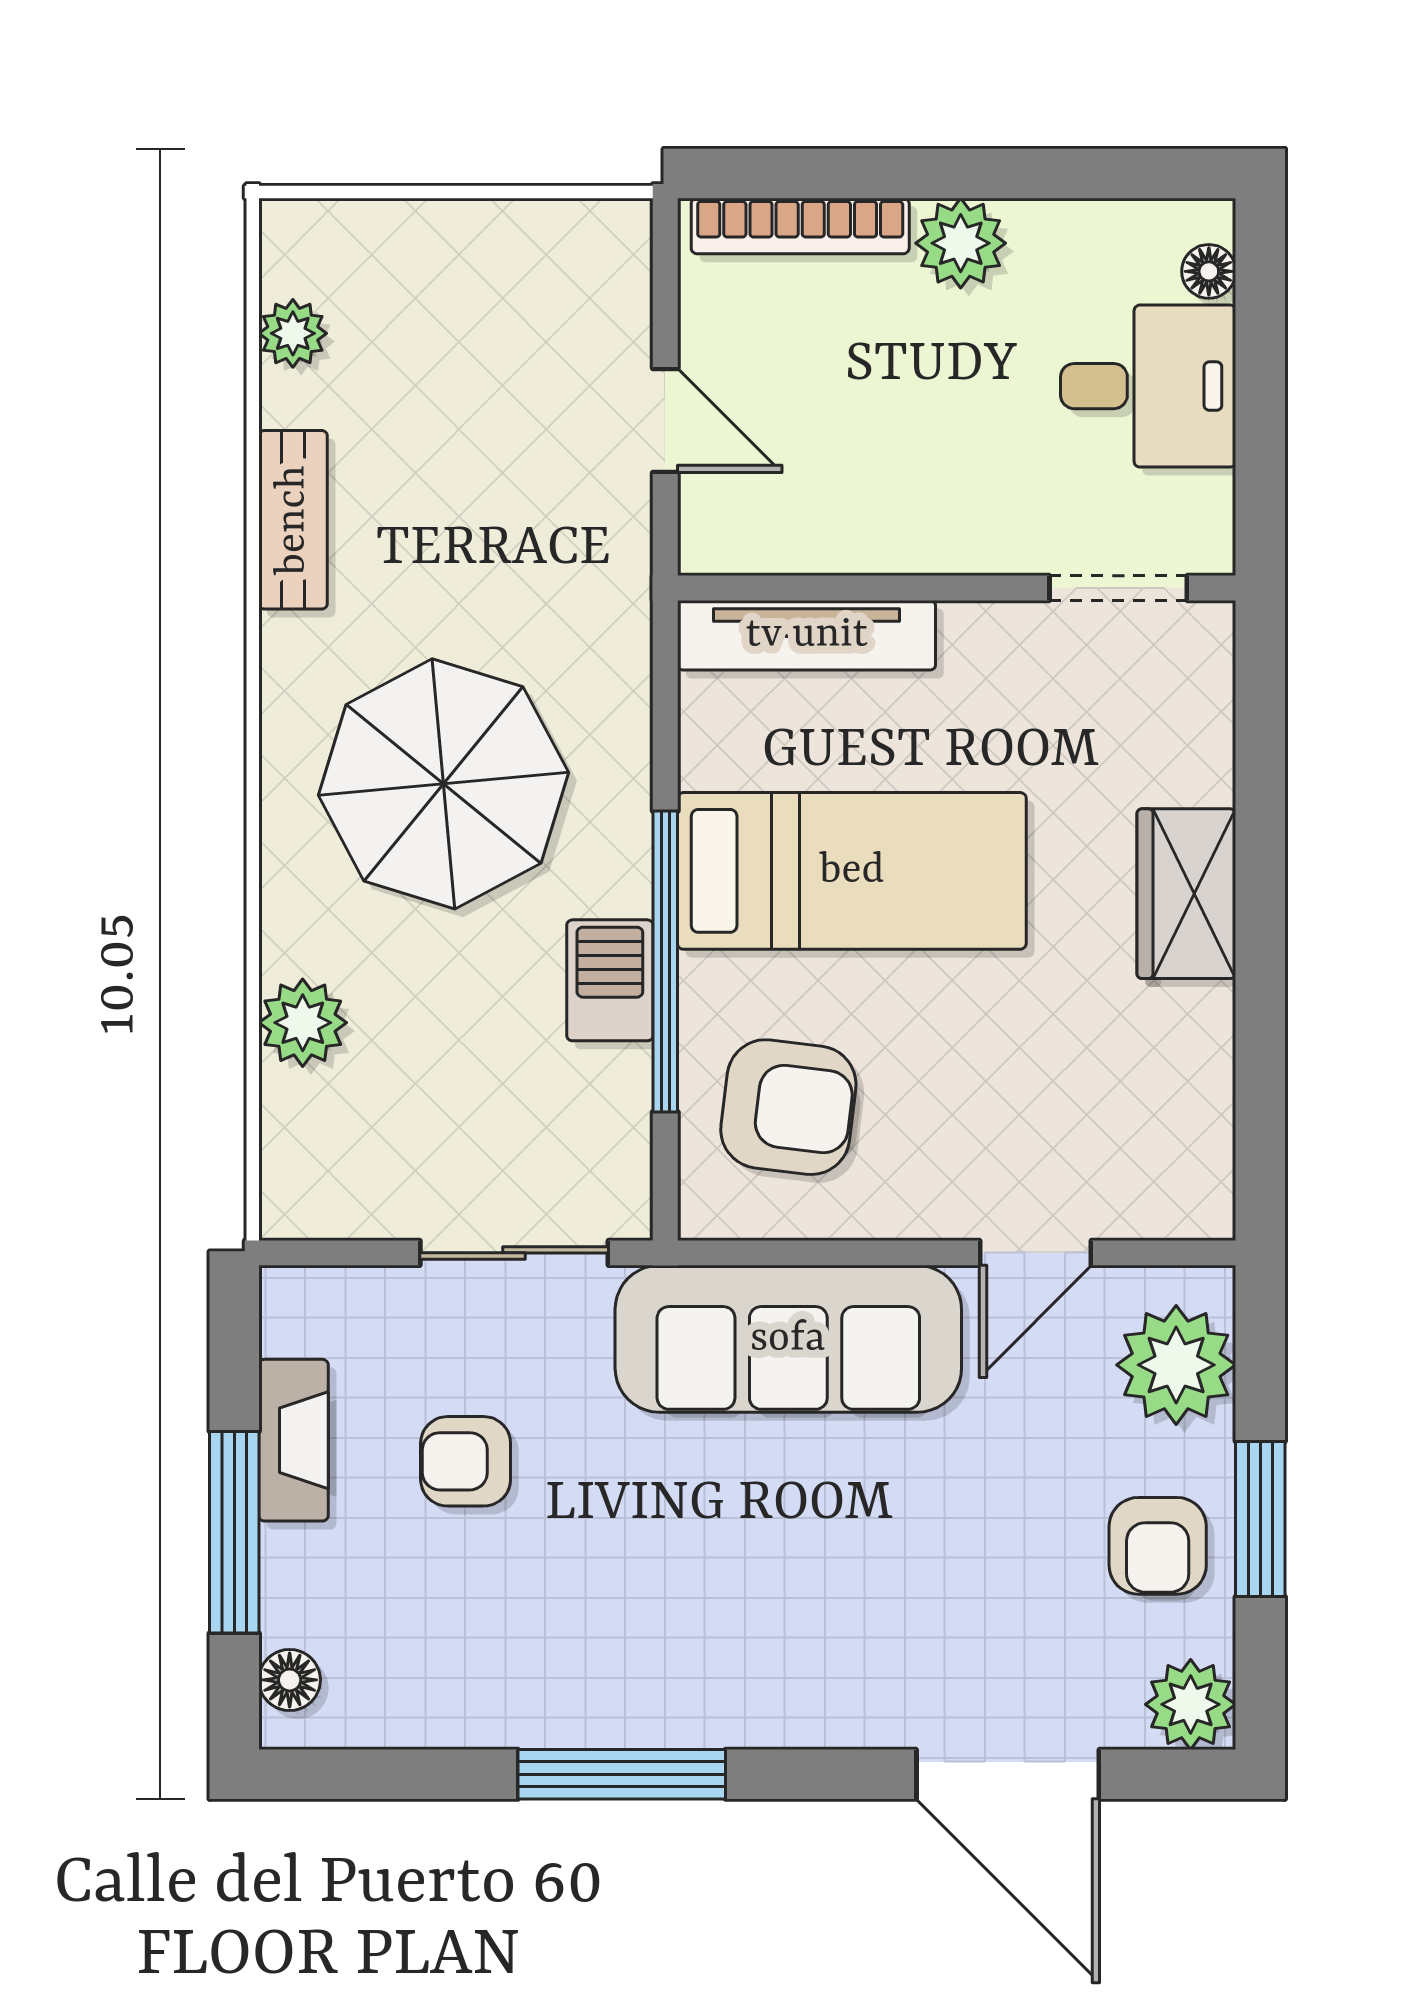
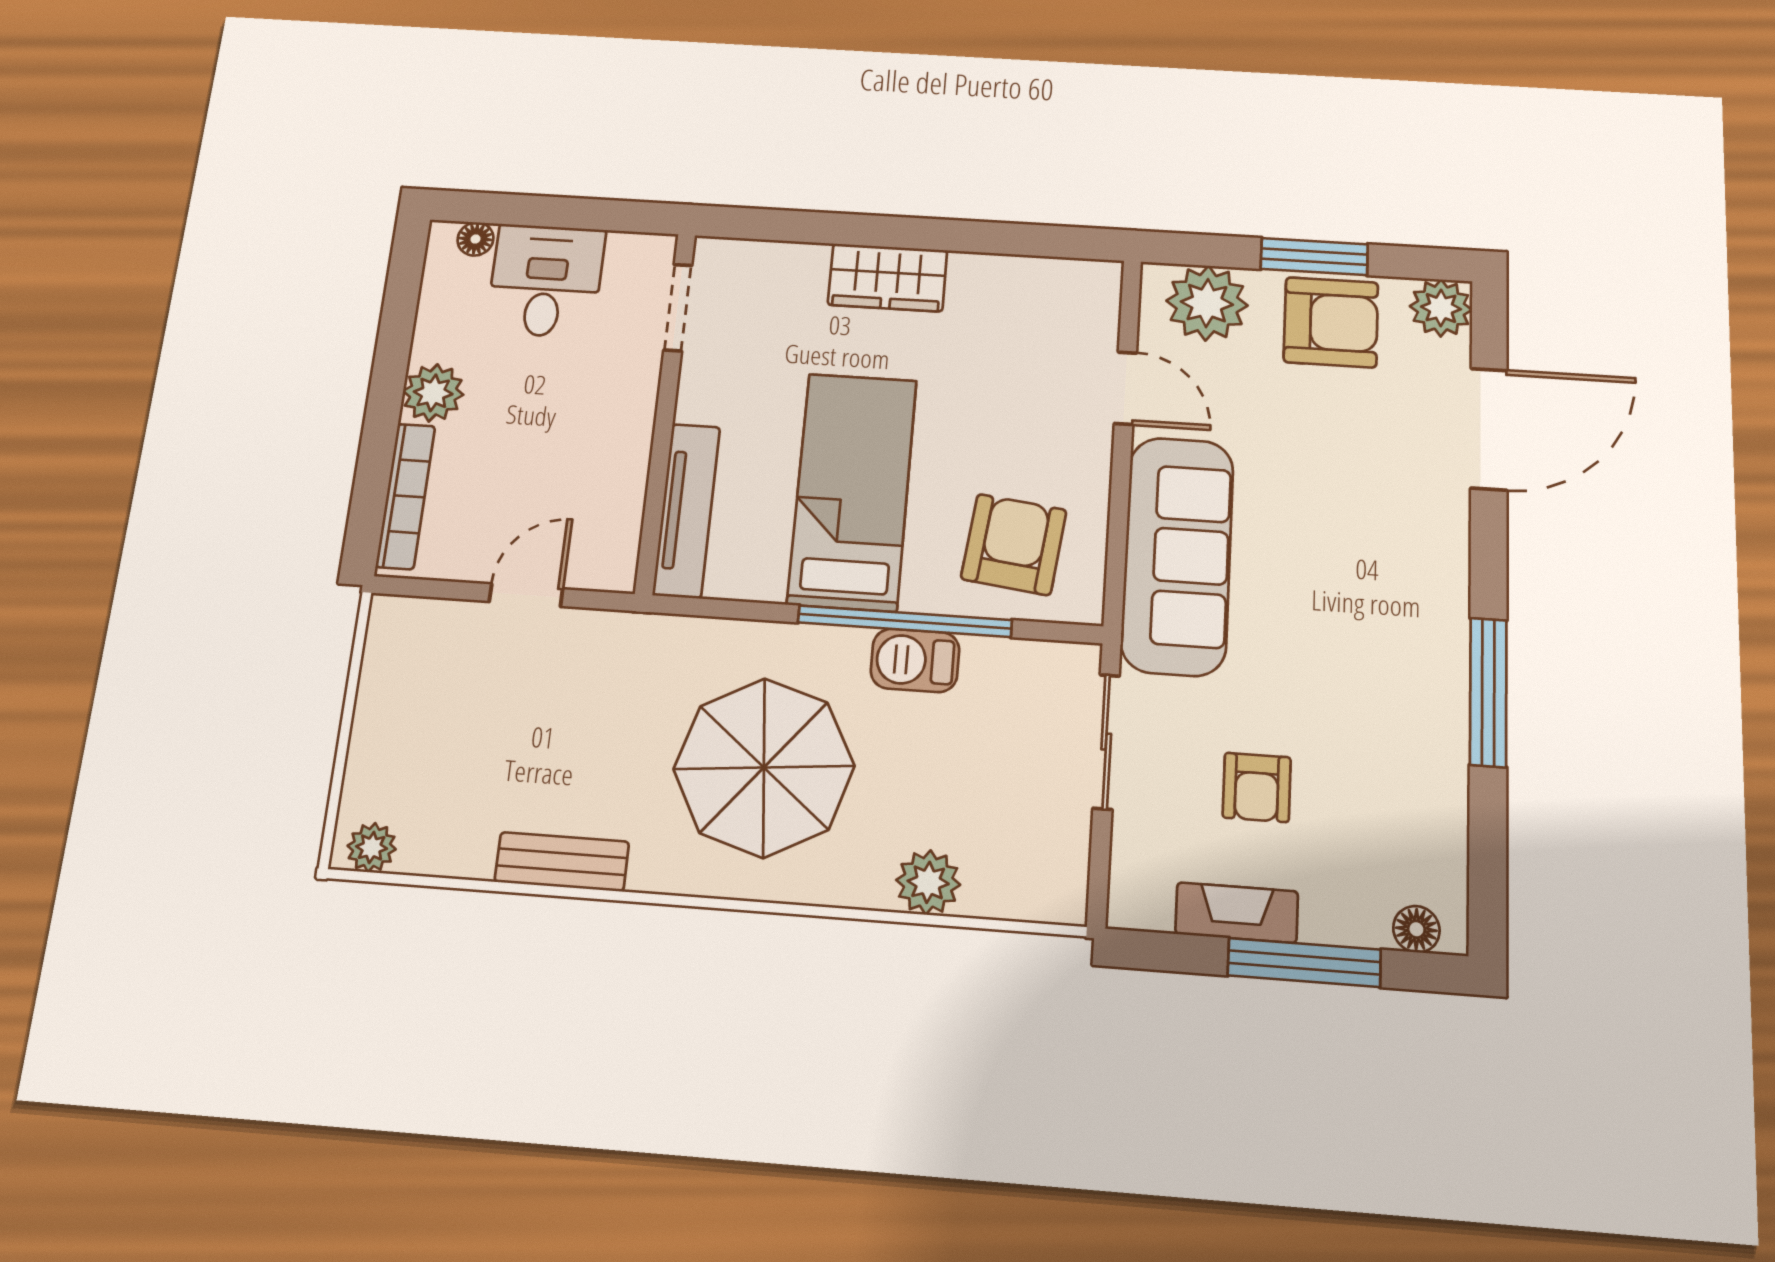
plant: (293, 333) -> (372, 847), moved
armchair: (1158, 1546) -> (1331, 322), width x1.38, depth x1.38

